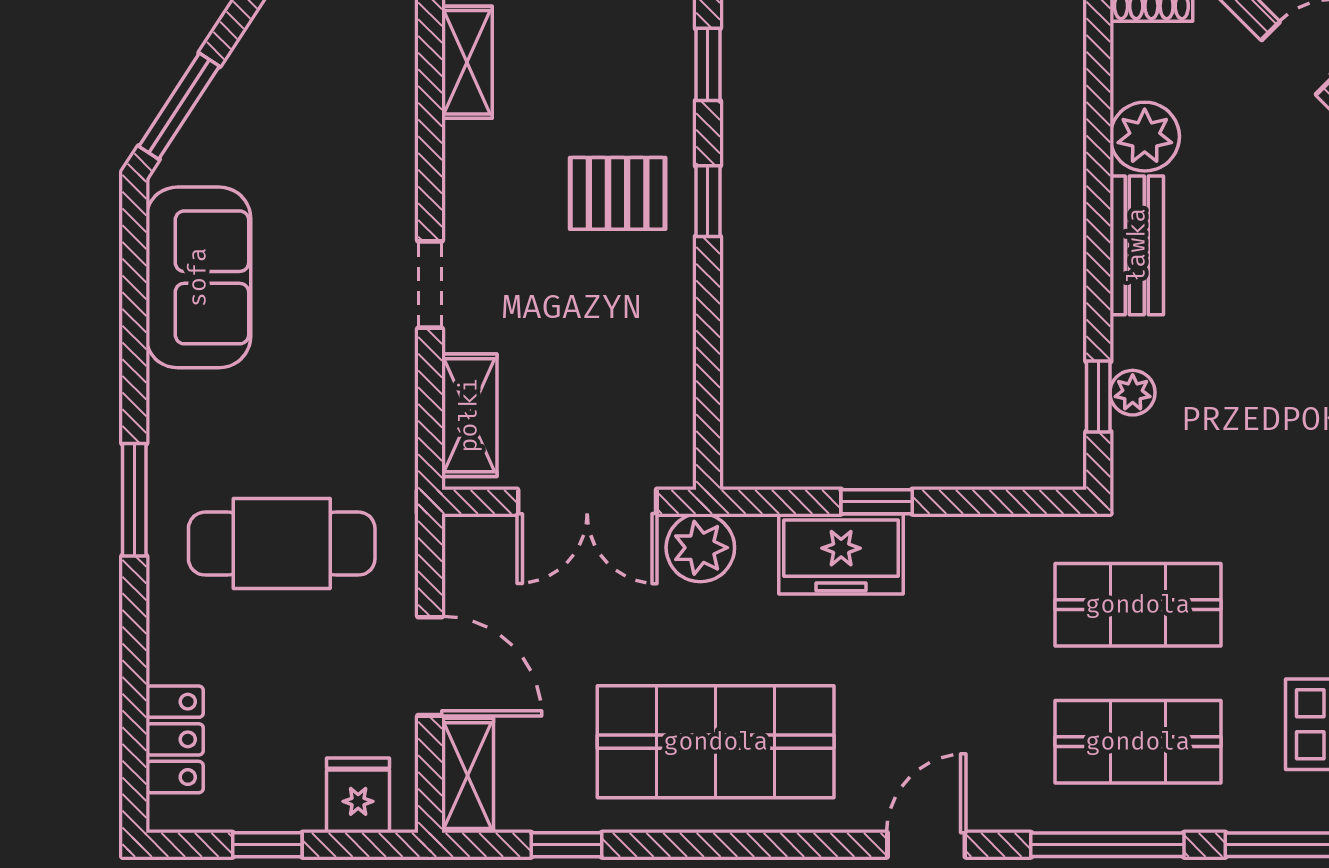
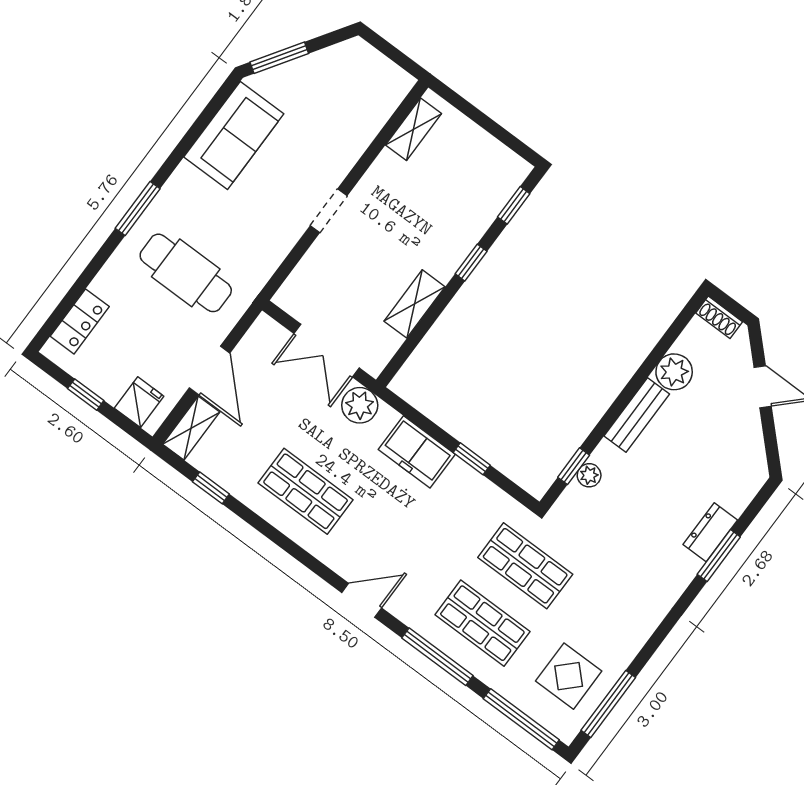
pallet: (618, 193) -> (436, 231), removed
shelving: (469, 415) -> (415, 304), moved
window: (877, 502) -> (472, 459), moved
shop shelf: (716, 742) -> (306, 491), width x0.70, depth x0.74

